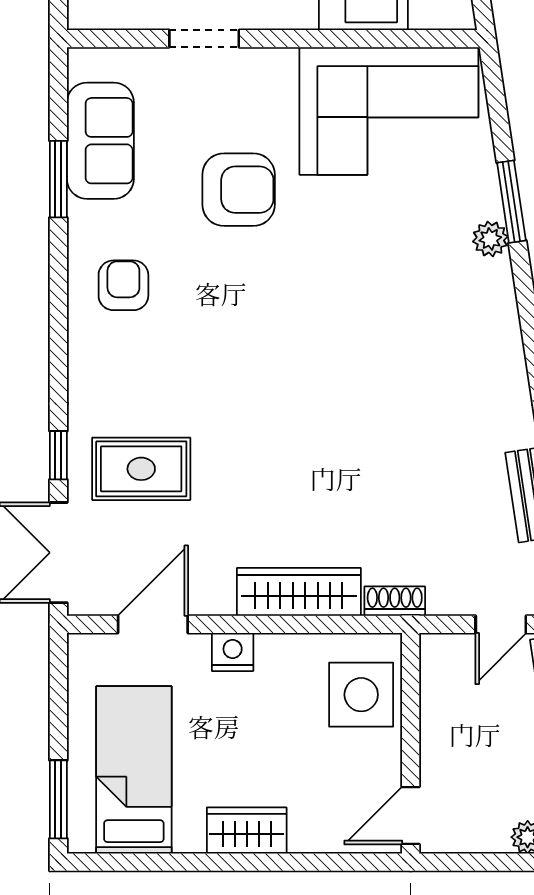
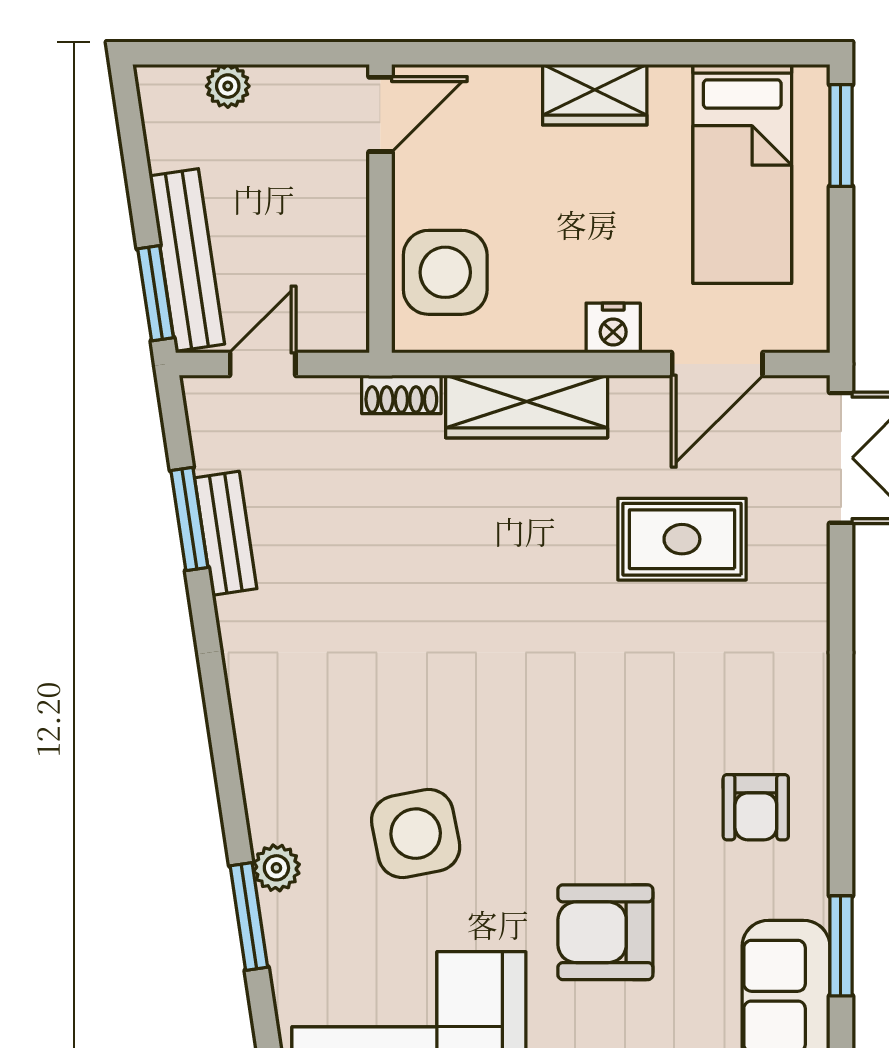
side table: (384, 265) -> (416, 834), added
window: (58, 455) -> (841, 585), removed
rug: (141, 469) -> (682, 539), moved

